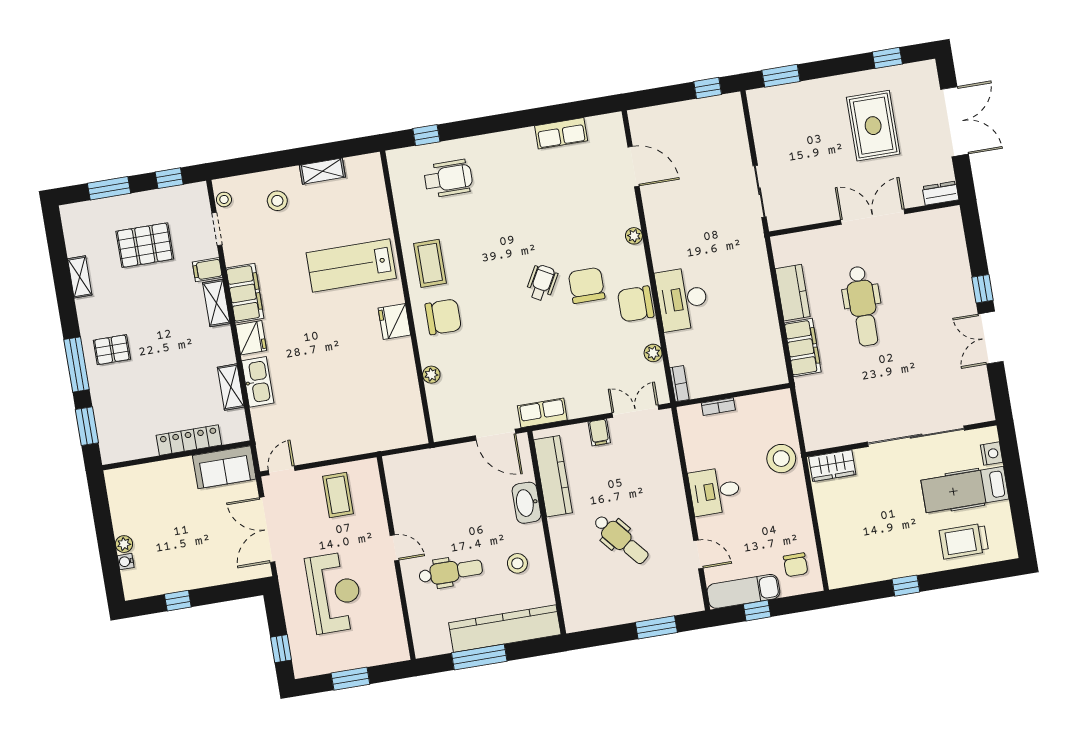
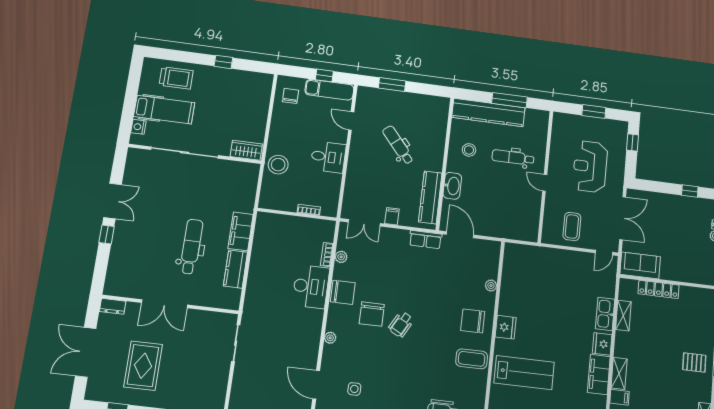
side table: (580, 176) -> (354, 389), added
coffee table: (430, 263) -> (472, 359), turned 90
bookcase: (679, 384) -> (327, 255), moved

